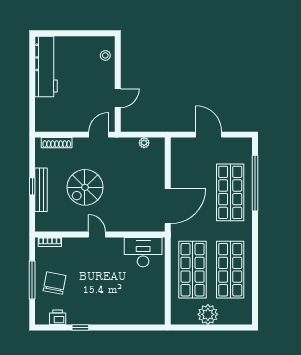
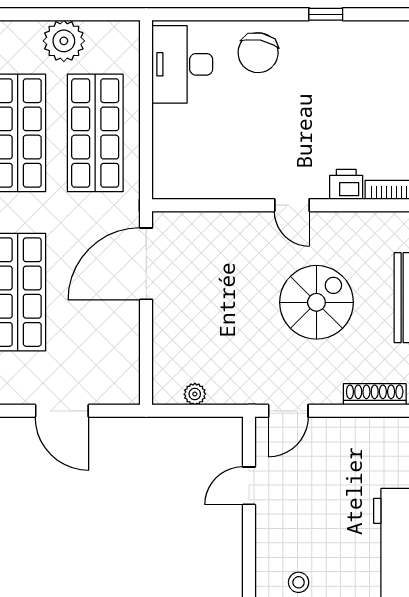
stool: (105, 55) -> (299, 582), moved
desk: (143, 252) -> (182, 64), moved, turned 90
chair: (55, 283) -> (258, 53), moved
printer: (58, 317) -> (346, 184), moved, turned 180

